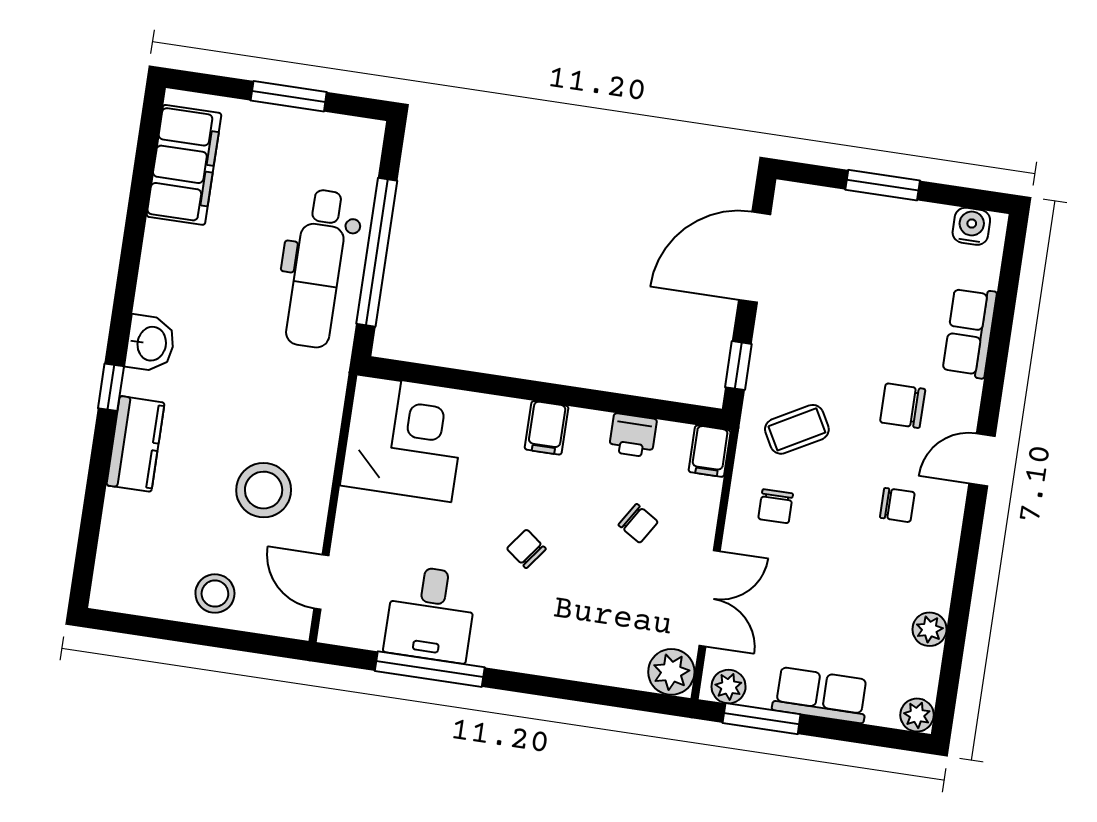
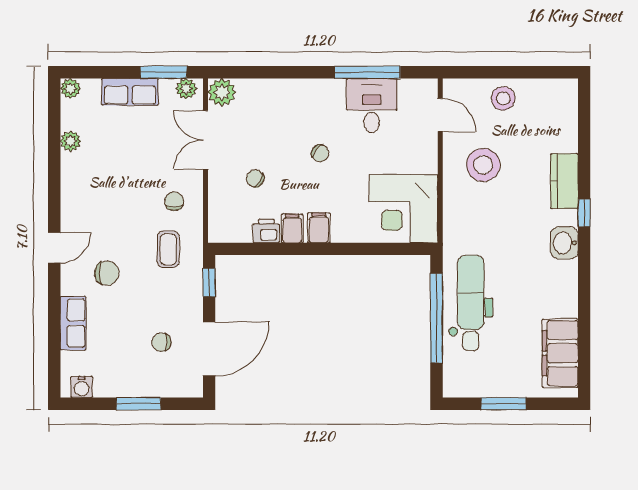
coffee table: (797, 429) -> (168, 249), turned -61
filing cabinet: (710, 451) -> (292, 228), moved
chair: (897, 505) -> (161, 342), moved

